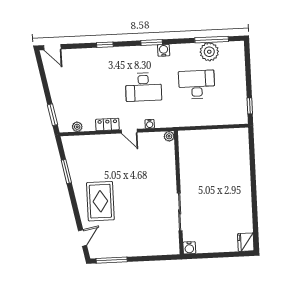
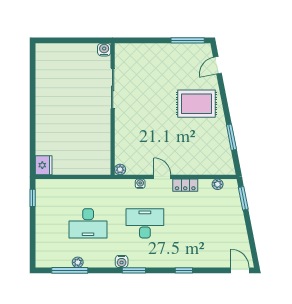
plant: (209, 52) -> (78, 262), width x0.53, depth x0.53
rug: (100, 201) -> (197, 104), turned 90
fridge: (246, 242) -> (44, 165), moved

